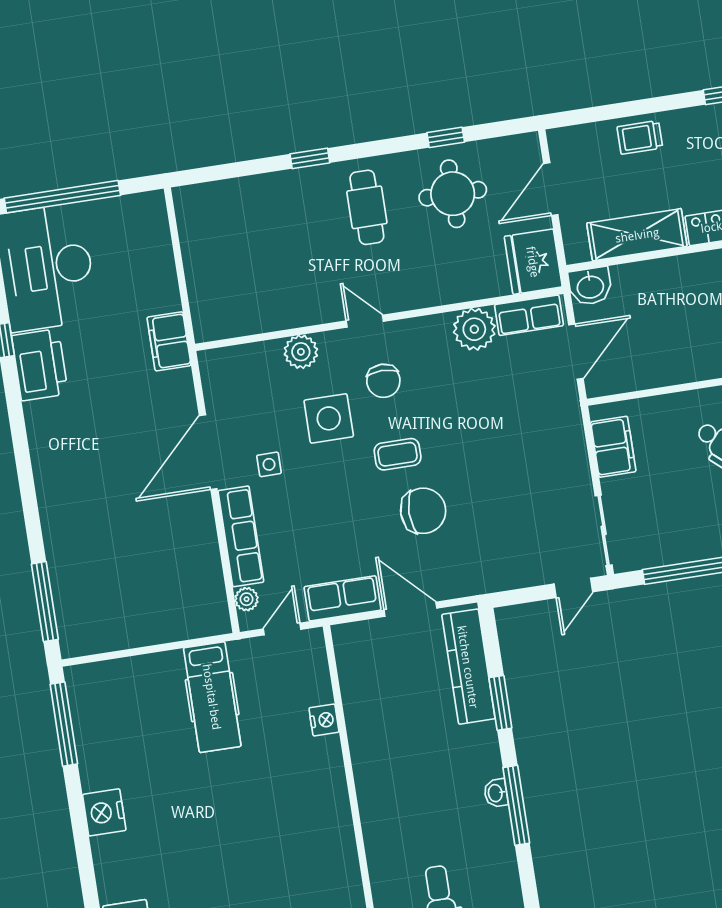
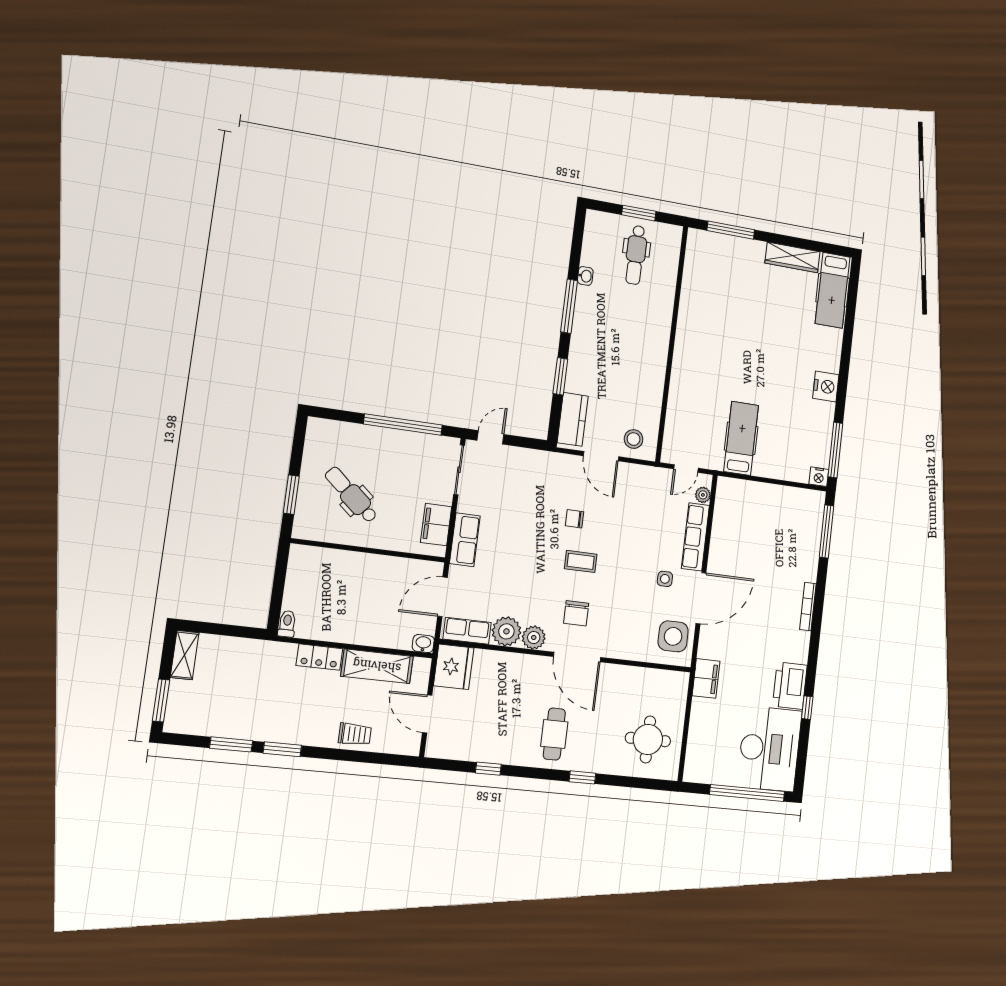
door: (551, 189) -> (427, 714), swing flipped
round table: (453, 194) -> (648, 739), moved
washbasin: (590, 286) -> (423, 644), width x0.72, depth x0.69
door: (365, 321) -> (577, 657), width x1.87
plant: (301, 352) -> (534, 638), moved
chair: (383, 381) -> (576, 613), turned 180
side table: (329, 418) -> (673, 636), moved
bookcase: (44, 485) -> (808, 606), added
chair: (423, 511) -> (575, 519), width x0.54, depth x0.54
row of seats: (343, 598) -> (465, 540), moved, turned -90
stool: (371, 648) -> (634, 439), added
kitchen counter: (468, 667) -> (573, 419), width x0.67
nightstand: (324, 720) -> (819, 477), moved, turned -90
washbasin: (496, 793) -> (585, 276), moved

